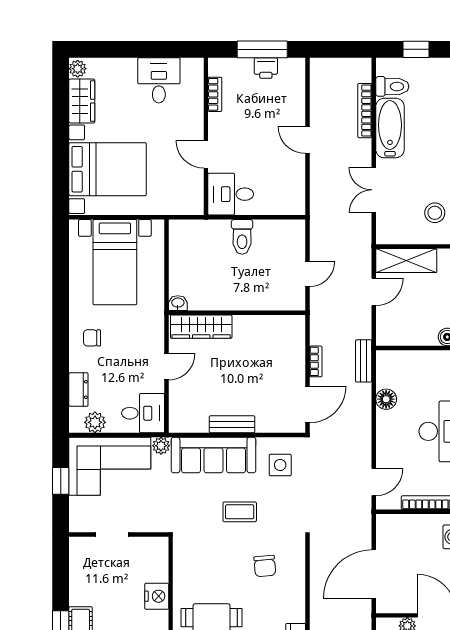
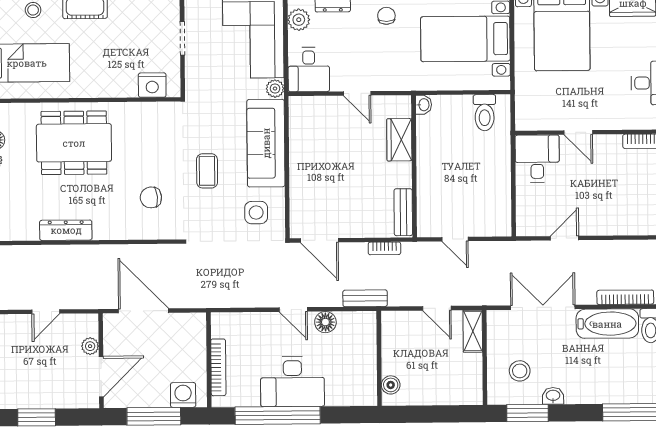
door: (307, 140) -> (564, 238), moved
door: (206, 154) -> (578, 132), swing flipped
double door: (374, 190) -> (543, 307), width x1.37
toilet: (242, 237) -> (485, 113), moved, turned -90
shelving: (406, 261) -> (473, 331), width x0.67, depth x0.75
wardrobe: (201, 327) -> (399, 140), width x0.67
bookcase: (316, 361) -> (384, 248), moved
bench: (232, 424) -> (403, 212), moved
door: (374, 482) -> (293, 310), moved
nightstand: (157, 596) -> (152, 85), moved

